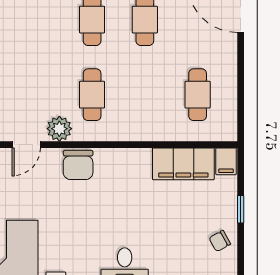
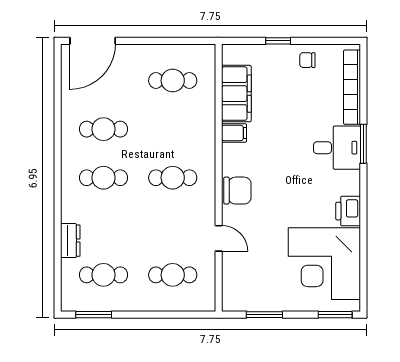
plant: (59, 129) -> (204, 208), removed
filing cabinet: (226, 161) -> (234, 133), moved
chair: (220, 241) -> (307, 60), turned 119

